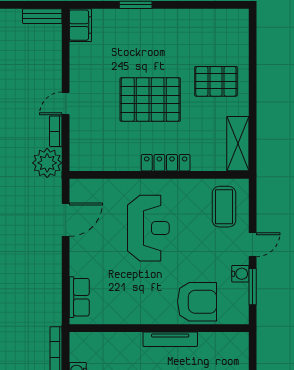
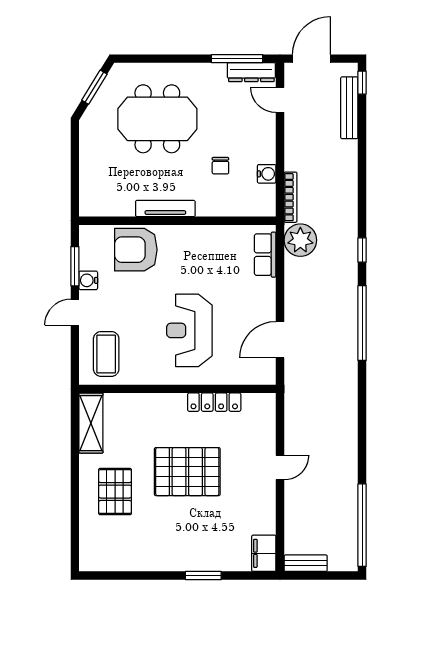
pallet: (216, 81) -> (115, 492), turned 90
bookcase: (56, 131) -> (291, 437), removed
plant: (47, 163) -> (300, 240), moved
locker: (166, 163) -> (214, 402), moved

